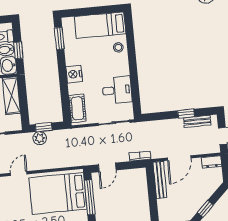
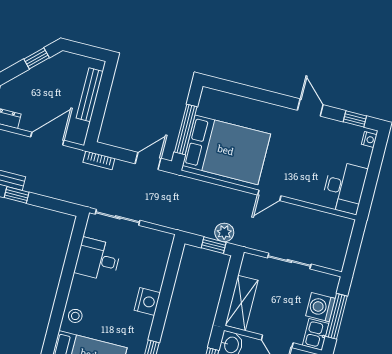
cot: (77, 108) -> (159, 254), removed
bench: (160, 180) -> (90, 95), moved

